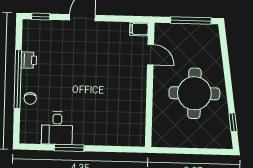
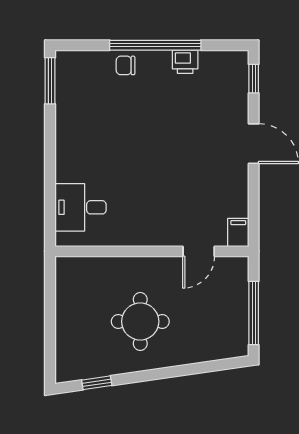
round table: (194, 93) -> (140, 321), width x0.73, depth x0.73
desk: (57, 128) -> (80, 207), moved
window: (69, 148) -> (50, 81), moved

